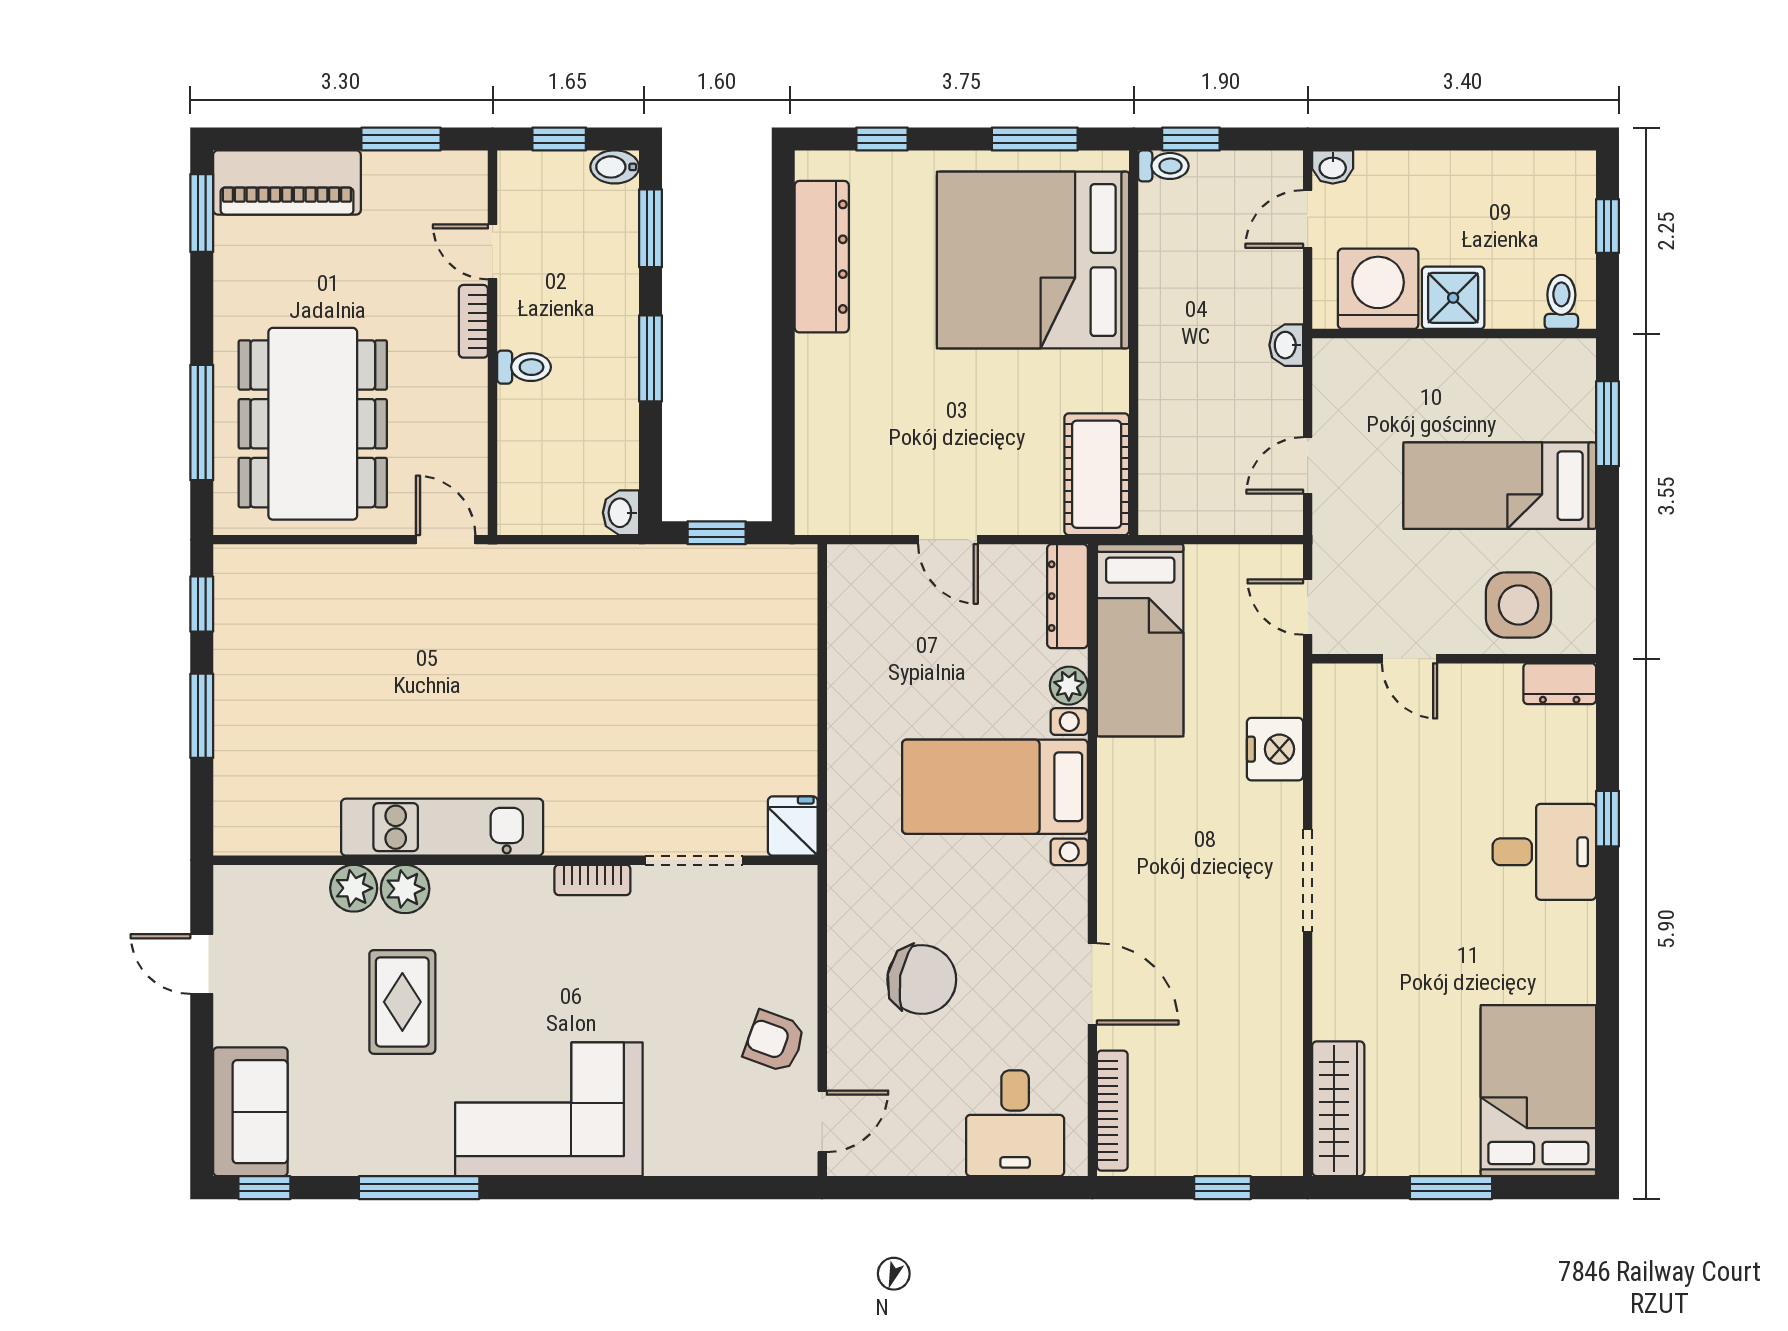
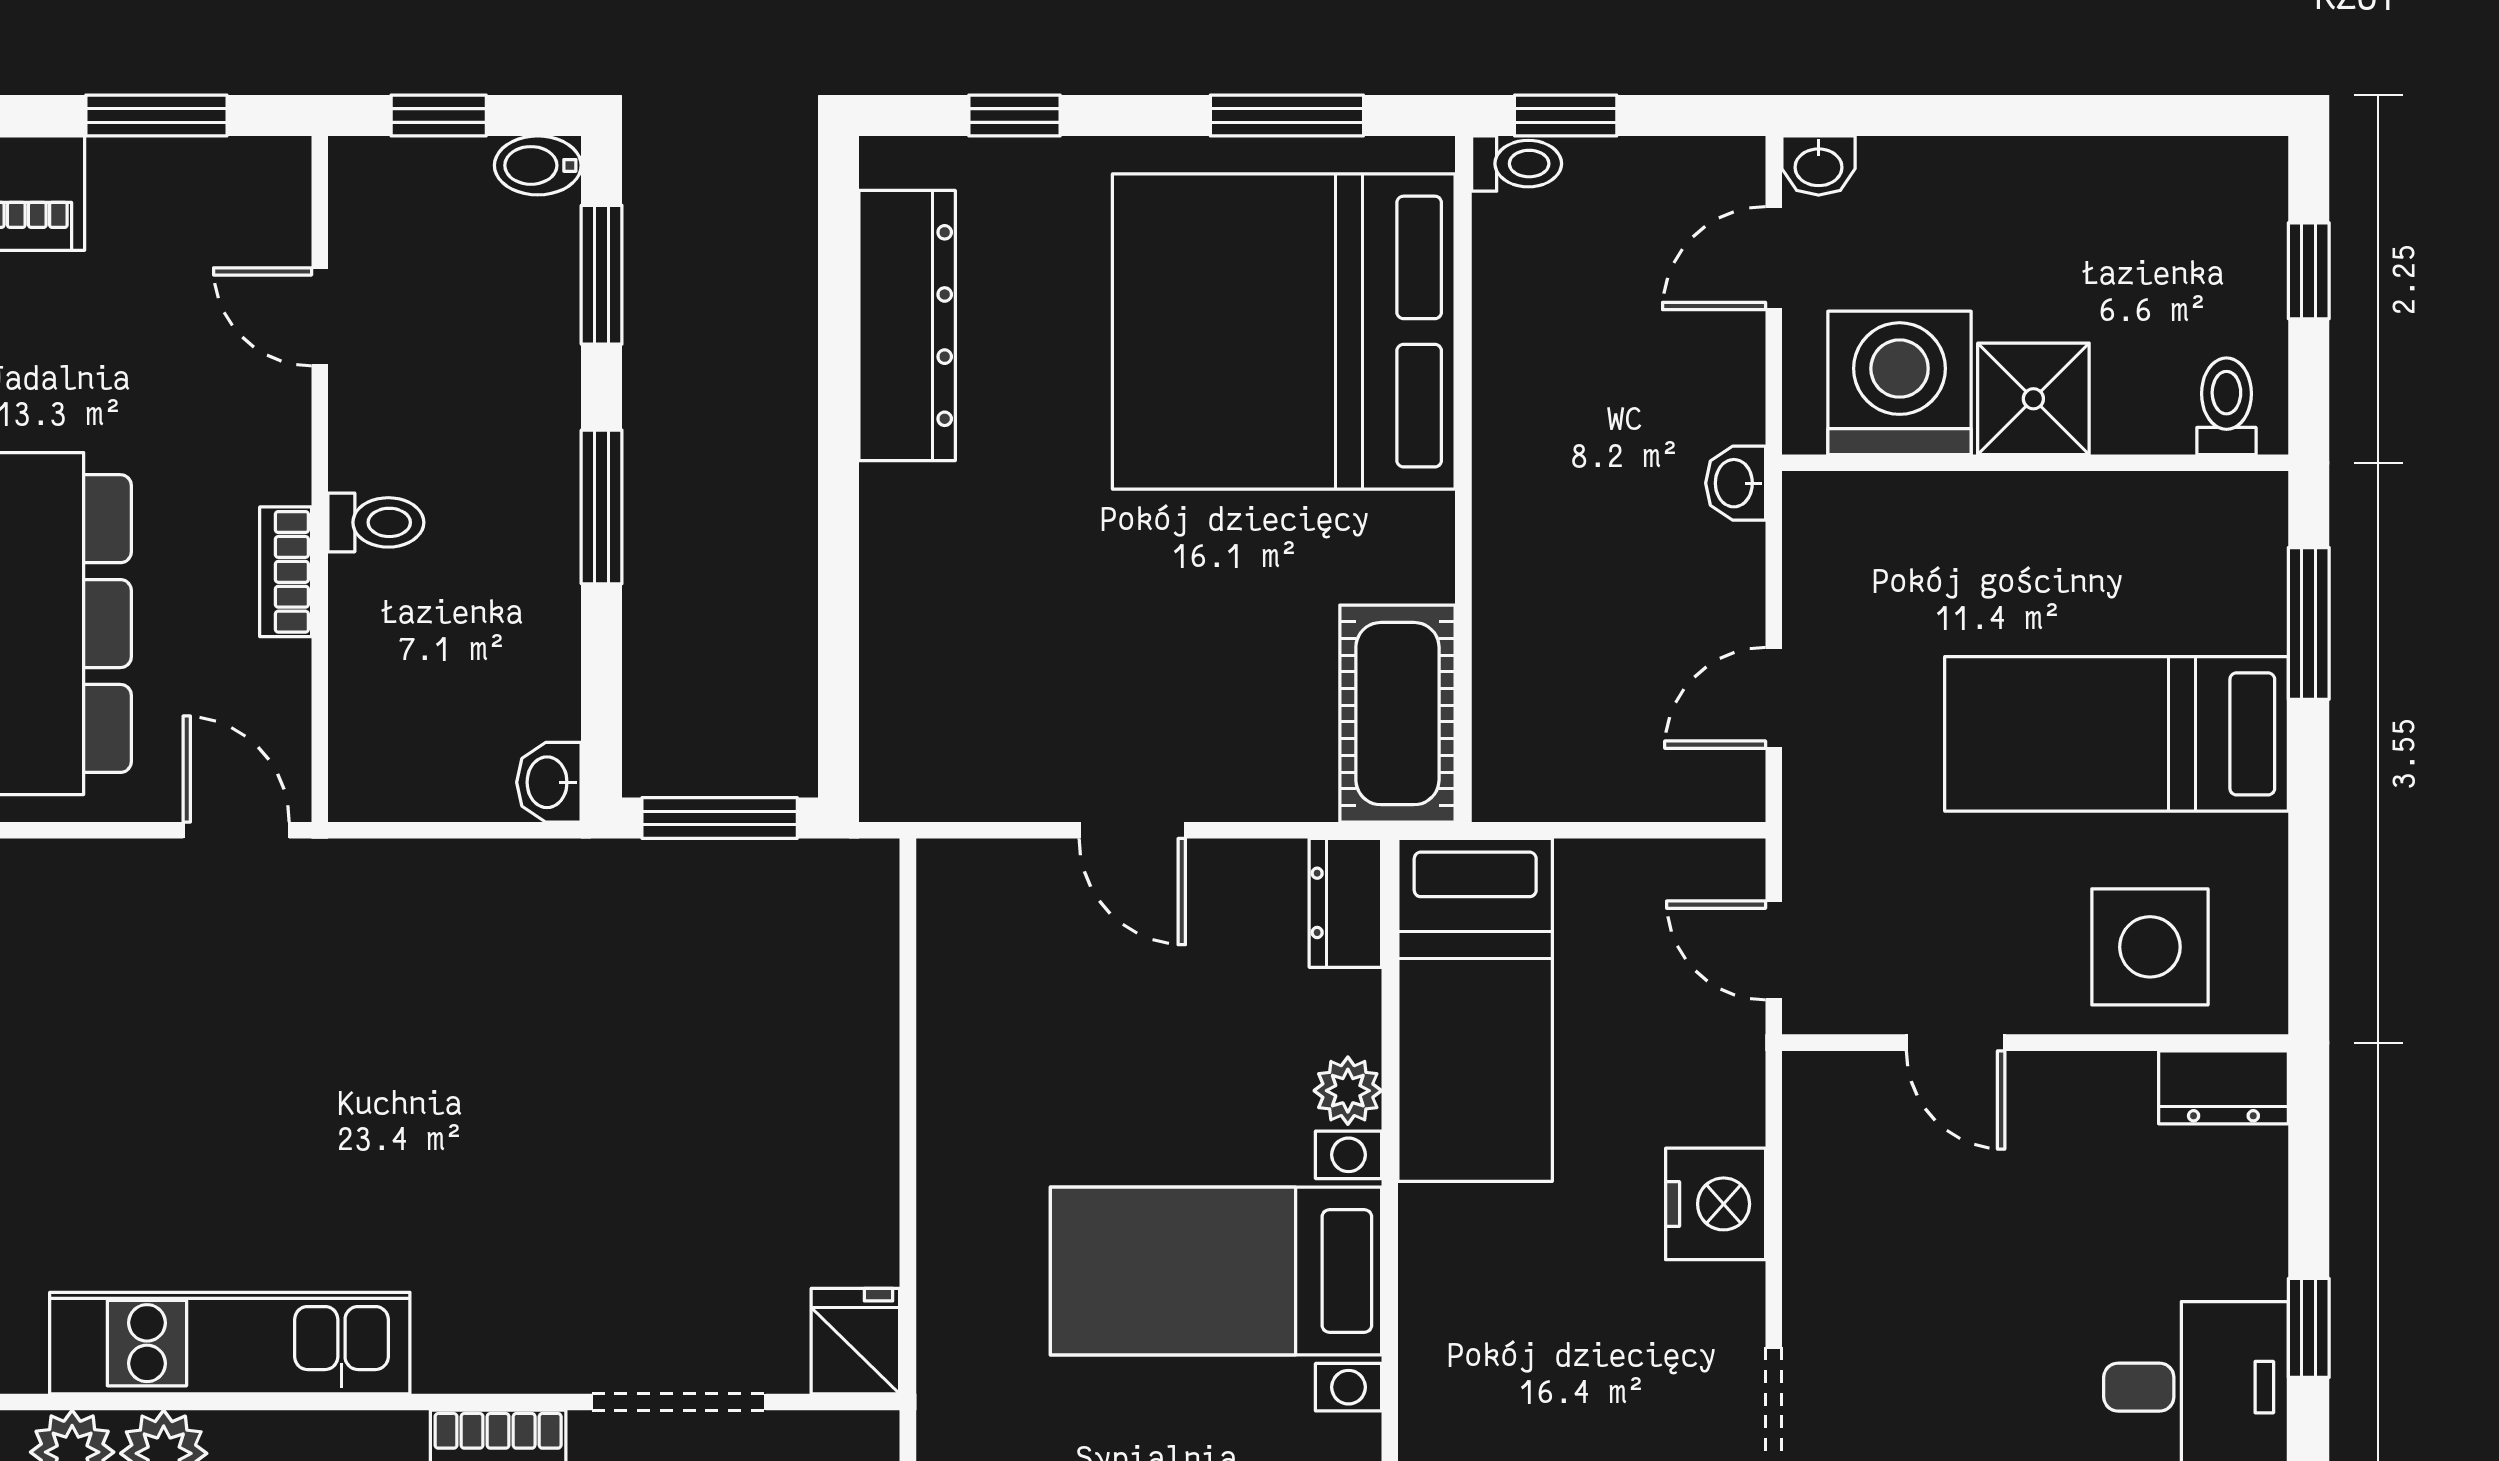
bookcase: (473, 321) -> (286, 572), moved
window: (717, 533) -> (720, 818), width x1.50
dresser: (1067, 596) -> (1345, 903), width x0.70

